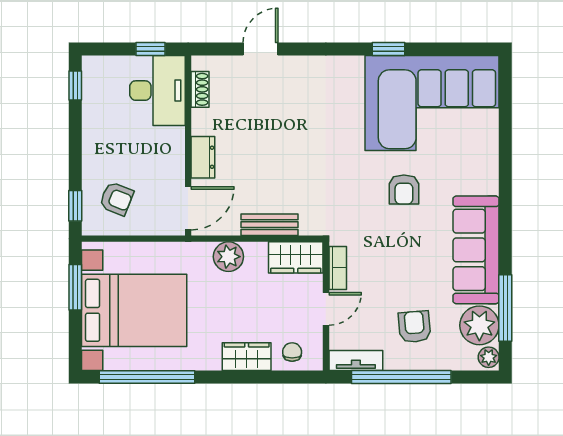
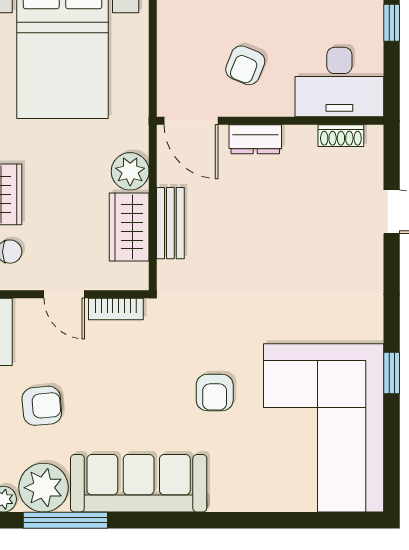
window: (150, 49) -> (392, 23), moved
armchair: (404, 190) -> (215, 393), turned -90
armchair: (116, 199) -> (245, 65), moved
wardrobe: (296, 257) -> (129, 227), moved

